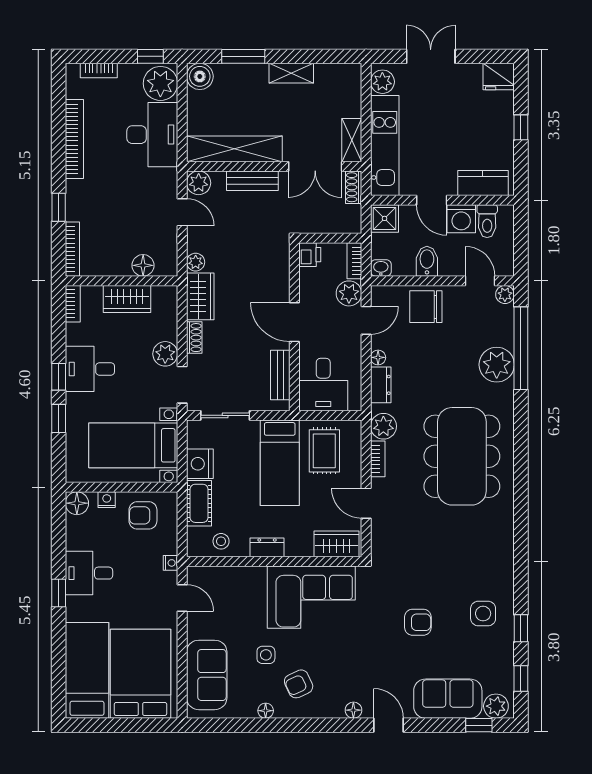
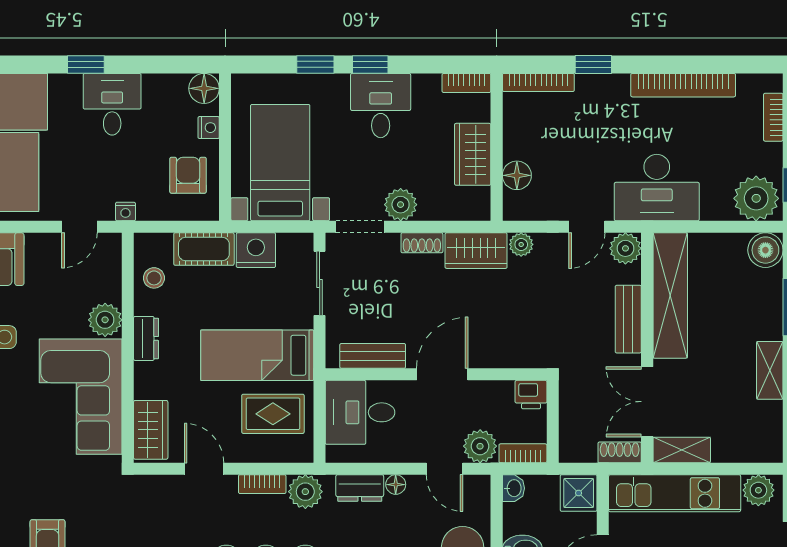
desk: (152, 135) -> (657, 188), moved
door: (366, 503) -> (204, 469), hinge flipped
plant: (253, 578) -> (105, 320), added

